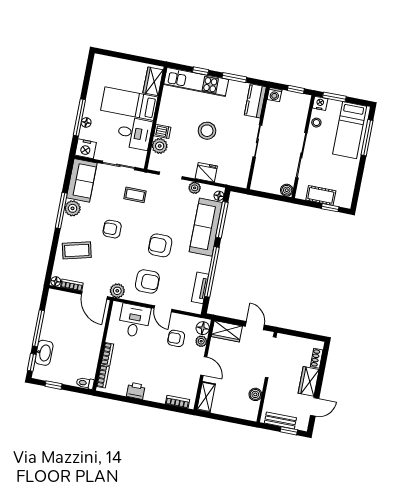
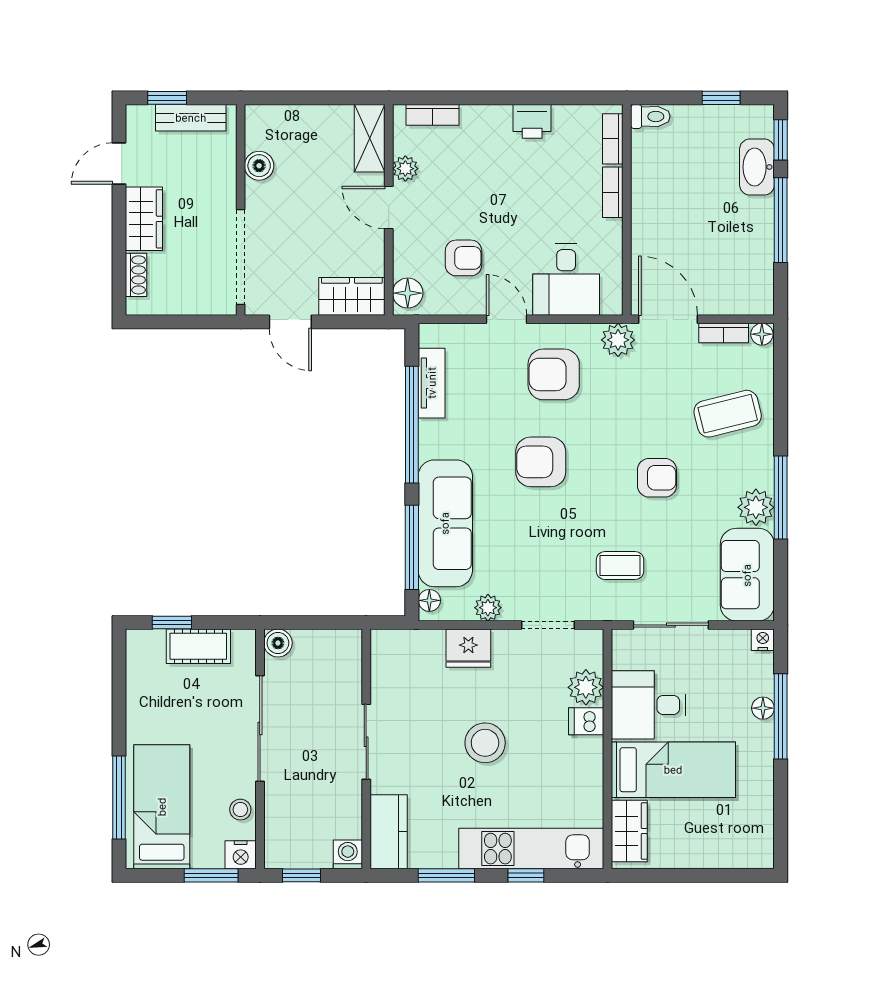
nightstand: (86, 149) -> (763, 640), width x0.53, depth x0.56
armchair: (160, 245) -> (541, 462), turned 180
plant: (201, 341) -> (405, 169), moved

